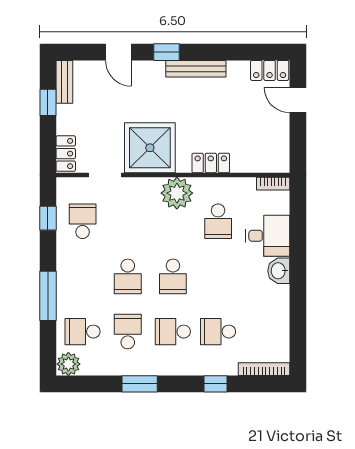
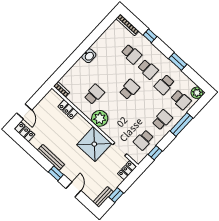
locker: (211, 163) -> (68, 109), moved
desk: (268, 236) -> (81, 72), removed
school desk: (128, 276) -> (162, 120), moved

